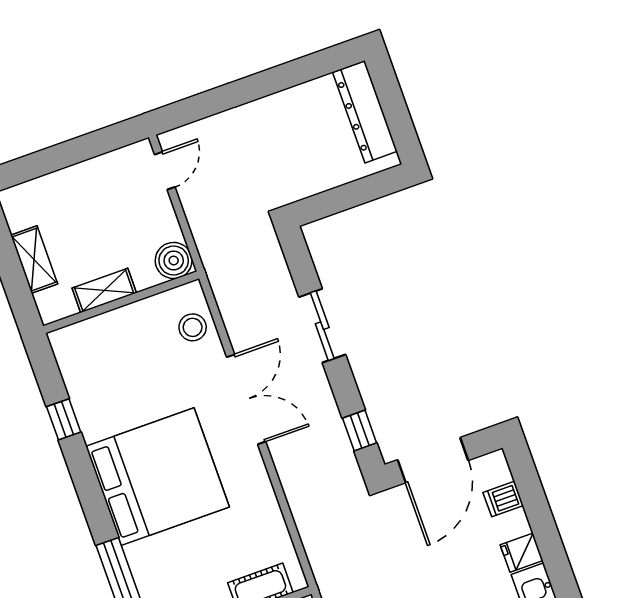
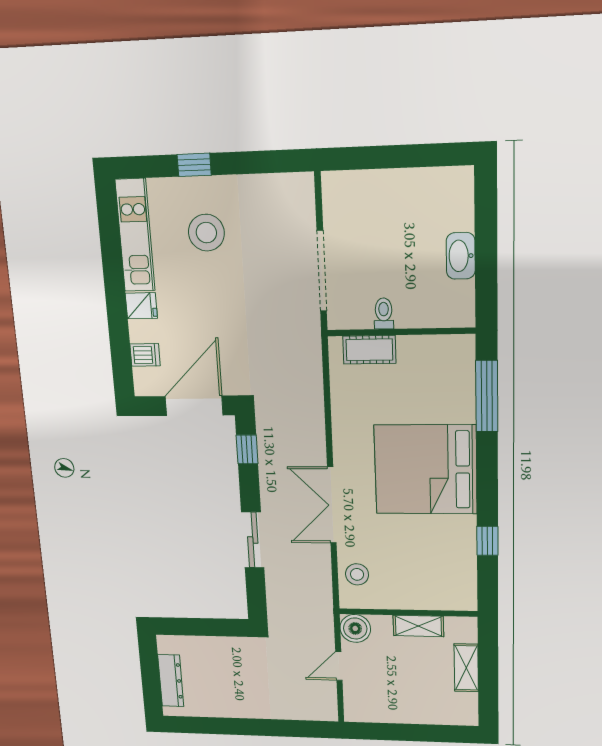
dresser: (365, 112) -> (171, 681), width x0.73, depth x0.80
door: (165, 171) -> (339, 666), moved

